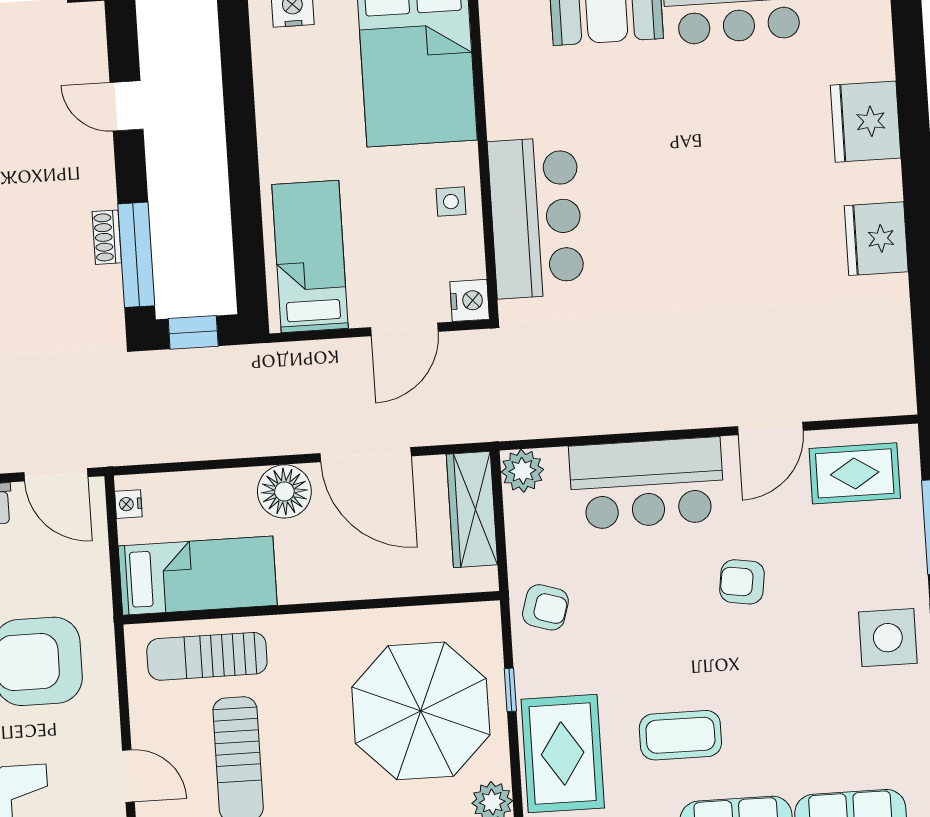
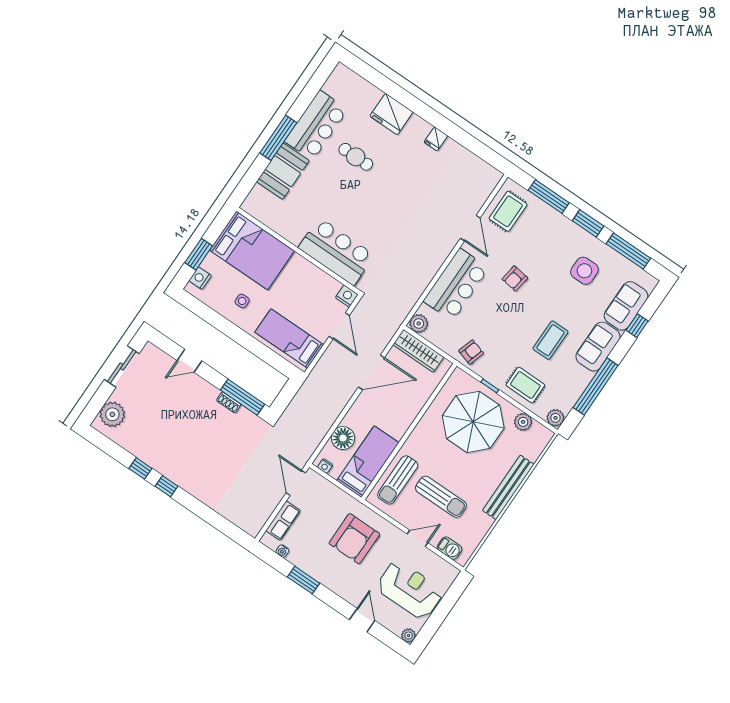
cafe table: (736, 118) -> (356, 157), added
side table: (451, 202) -> (242, 301), moved
fridge: (876, 239) -> (436, 139), width x0.53, depth x0.75
window: (193, 332) -> (284, 398), removed
door: (56, 475) -> (296, 483), swing flipped
floor lamp: (284, 491) -> (343, 438), moved
side table: (888, 638) -> (584, 271), moved
rug: (563, 754) -> (525, 385), width x0.73, depth x0.70

